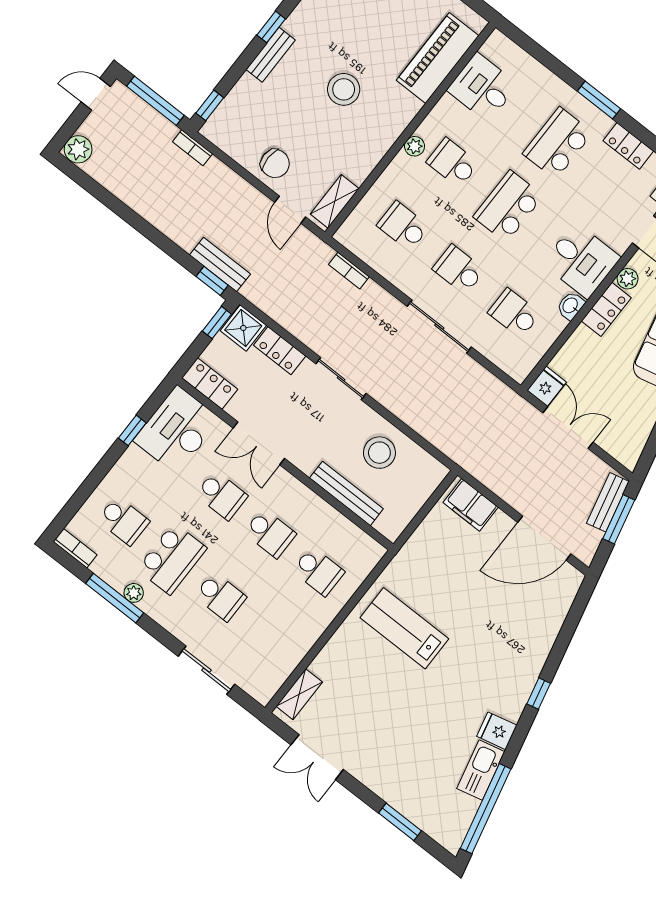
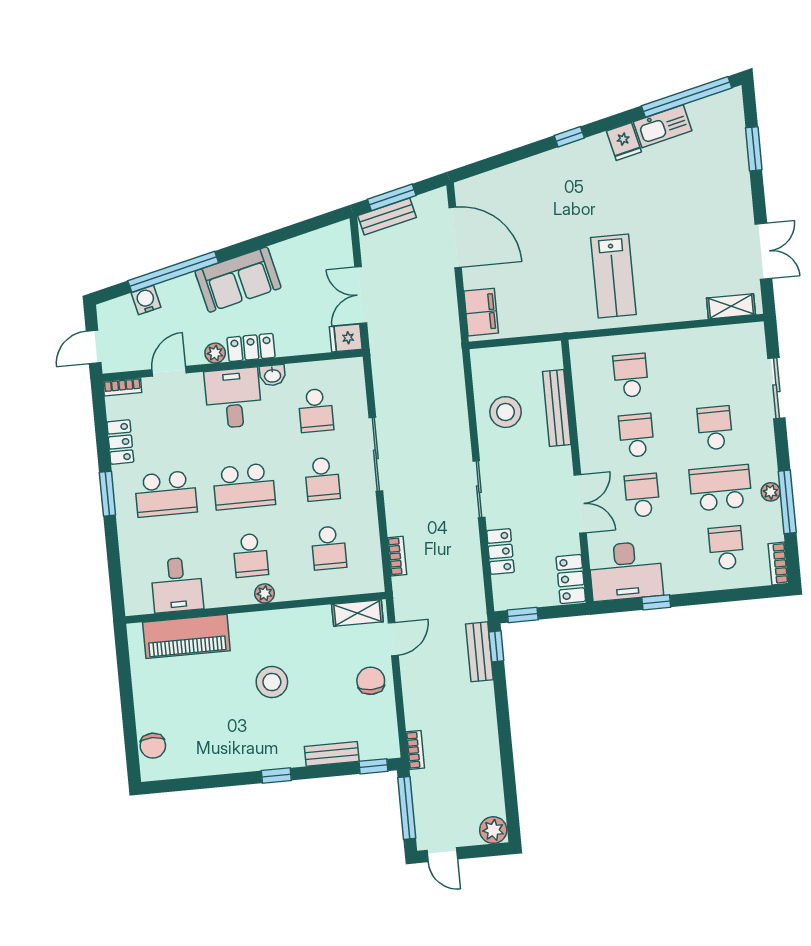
bench: (271, 55) -> (332, 754), moved
shower: (243, 328) -> (509, 593), removed

